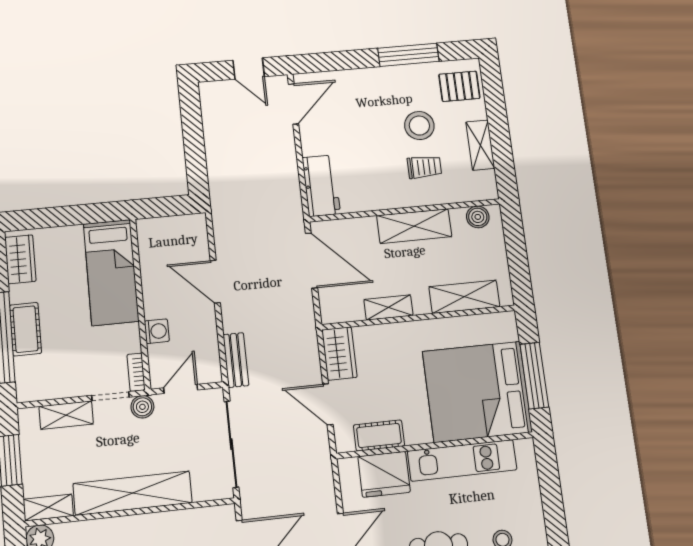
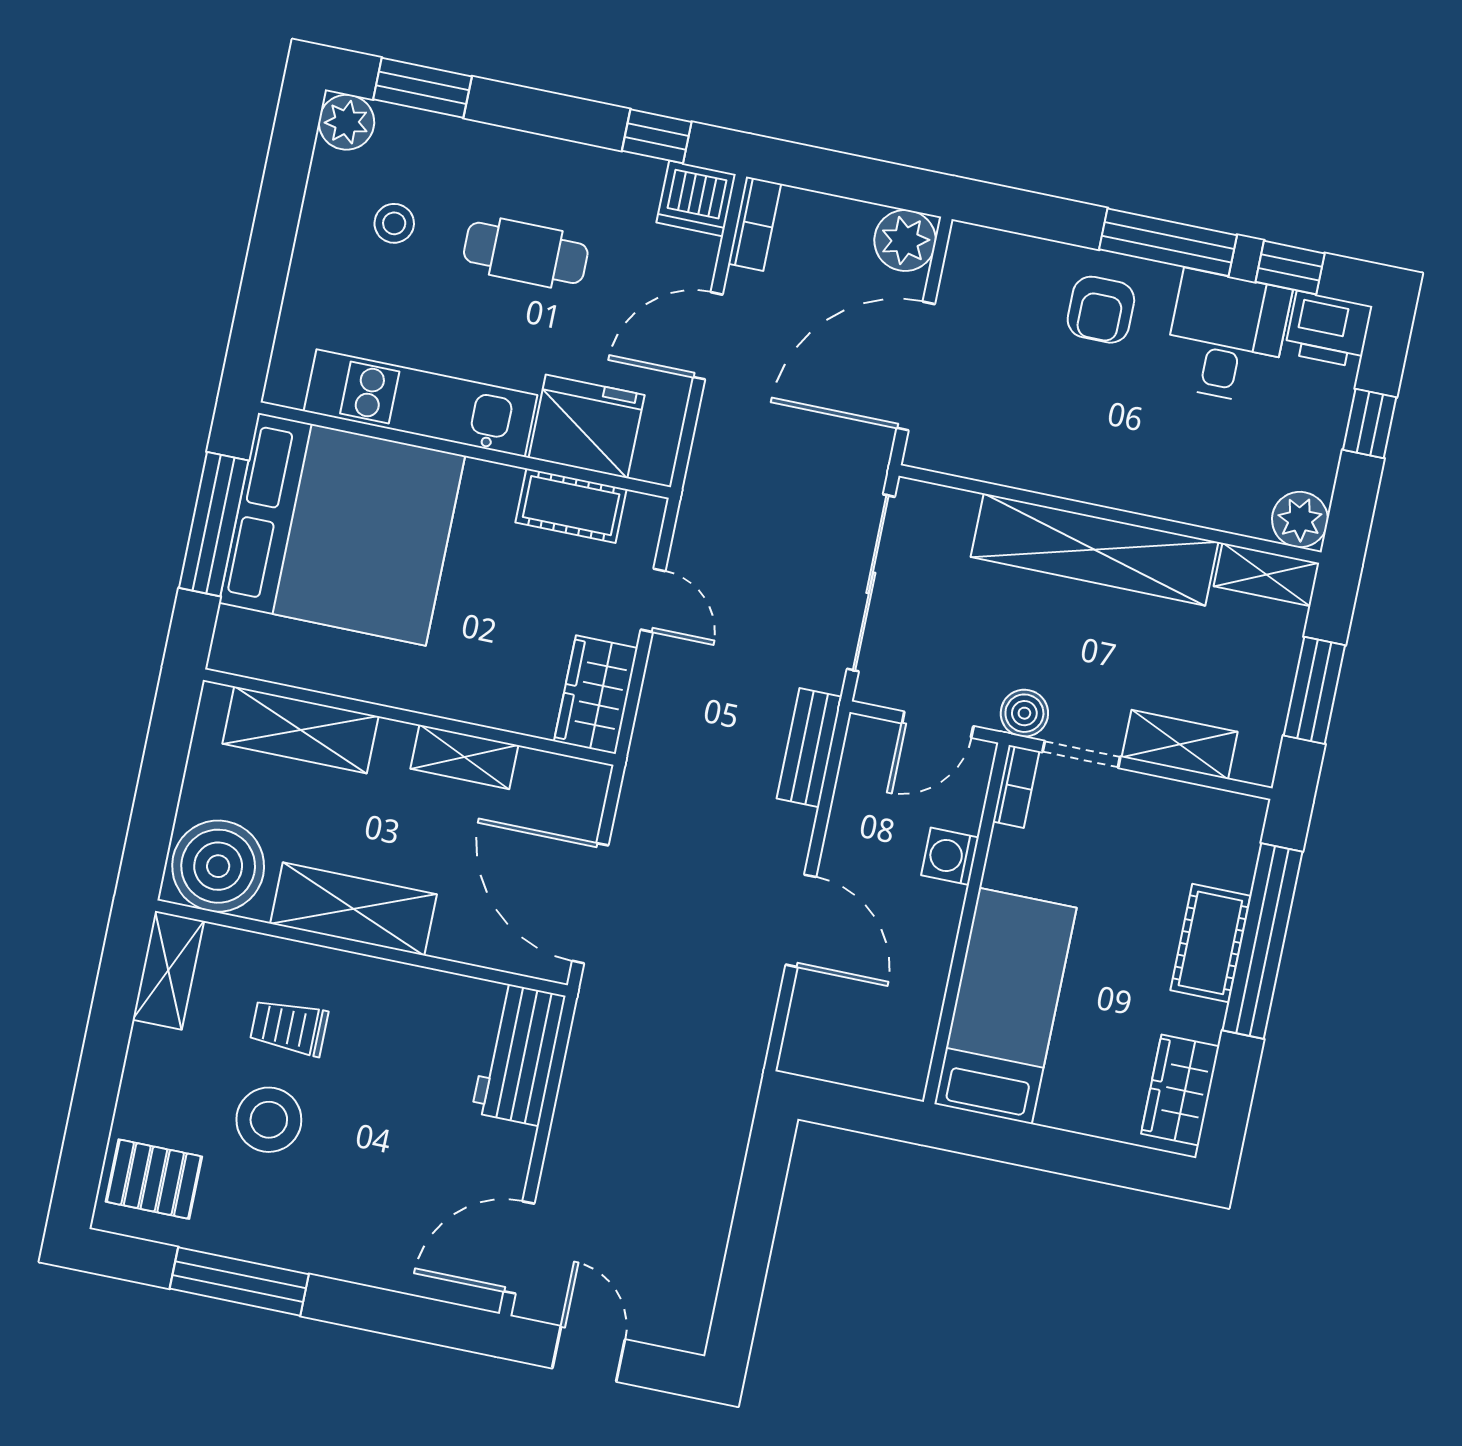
shelving: (480, 145) -> (168, 970), moved
boiler: (478, 217) -> (218, 866), width x1.86, depth x1.86
door: (328, 404) -> (653, 600), width x0.73

